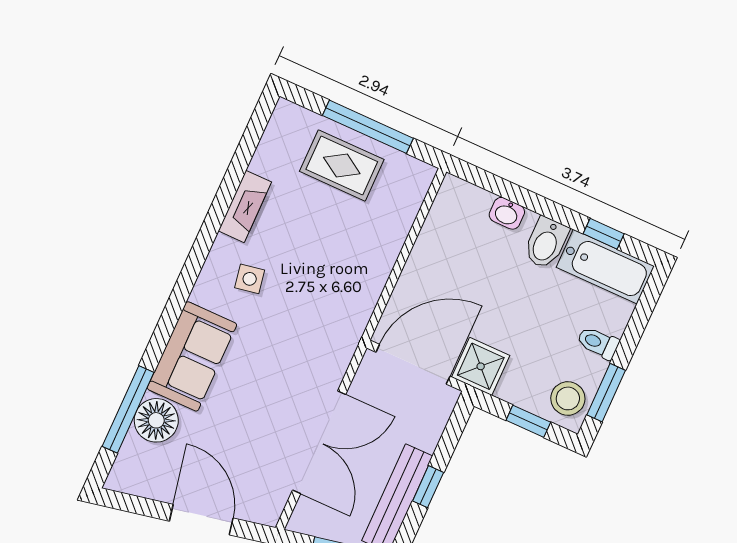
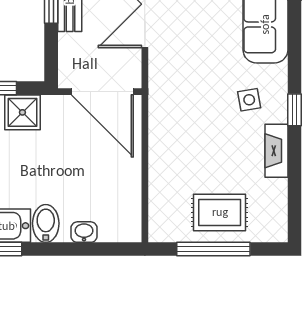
window: (203, 244) -> (294, 110), added
door: (413, 364) -> (102, 92), hinge flipped
shower: (481, 366) -> (22, 112), moved

